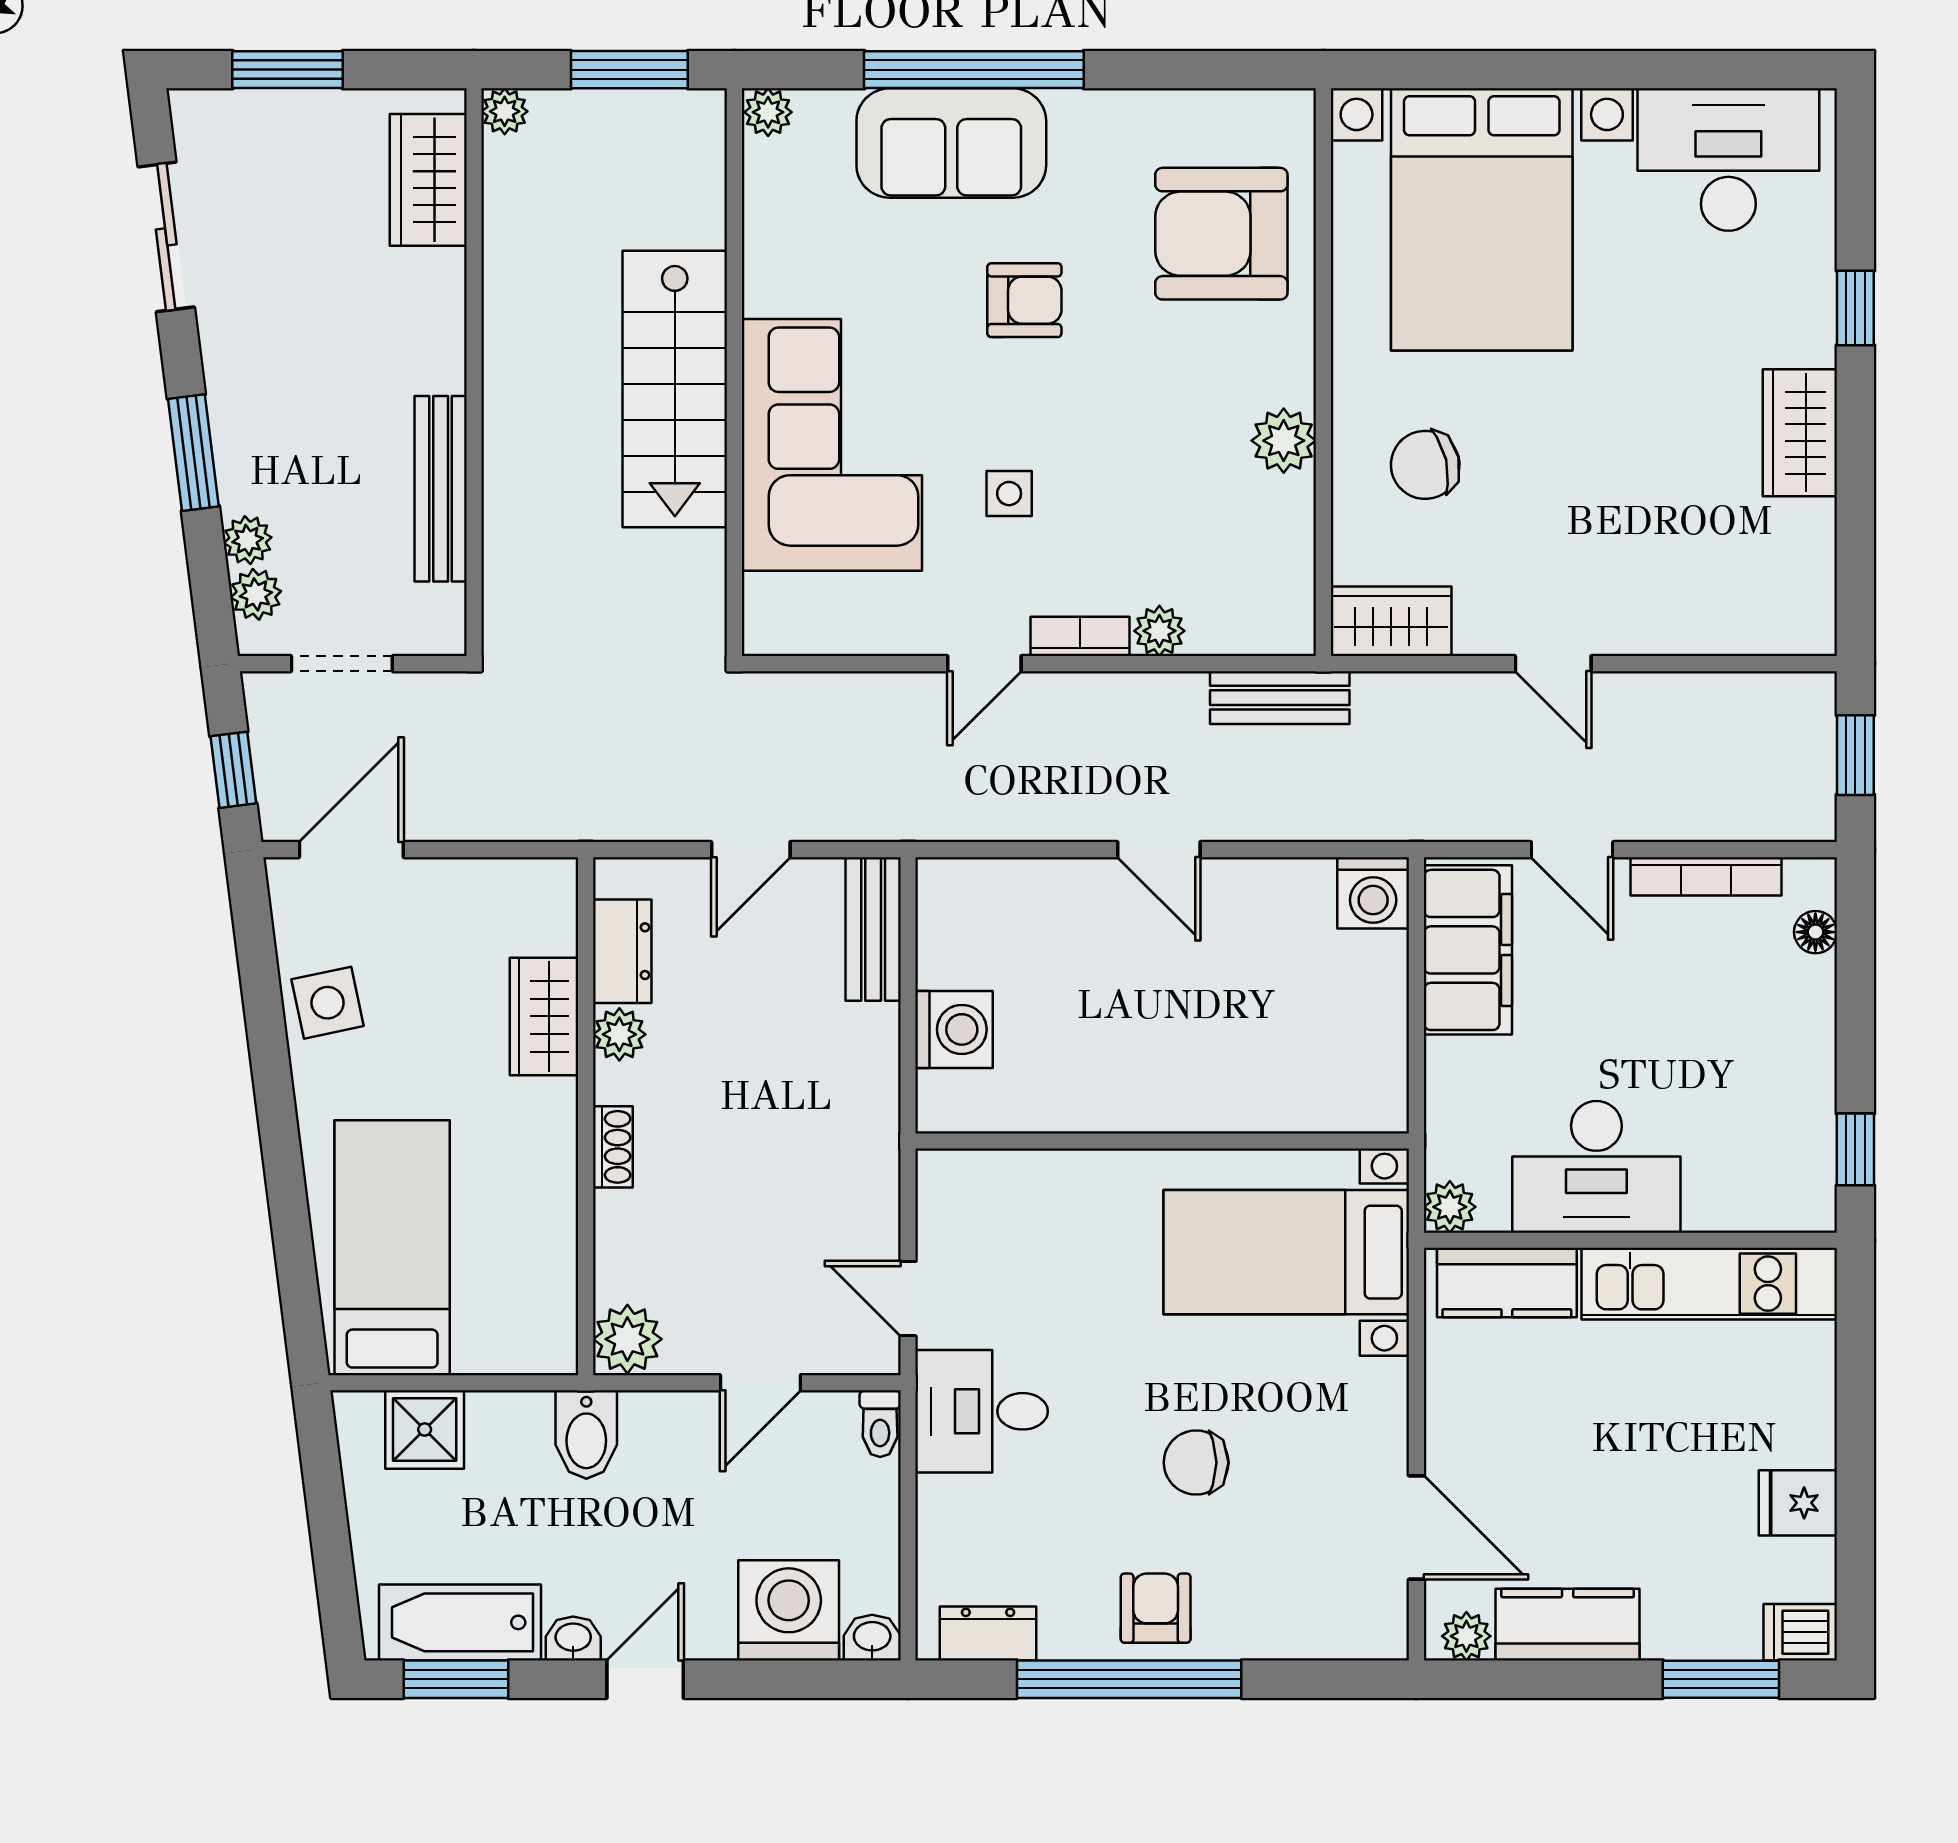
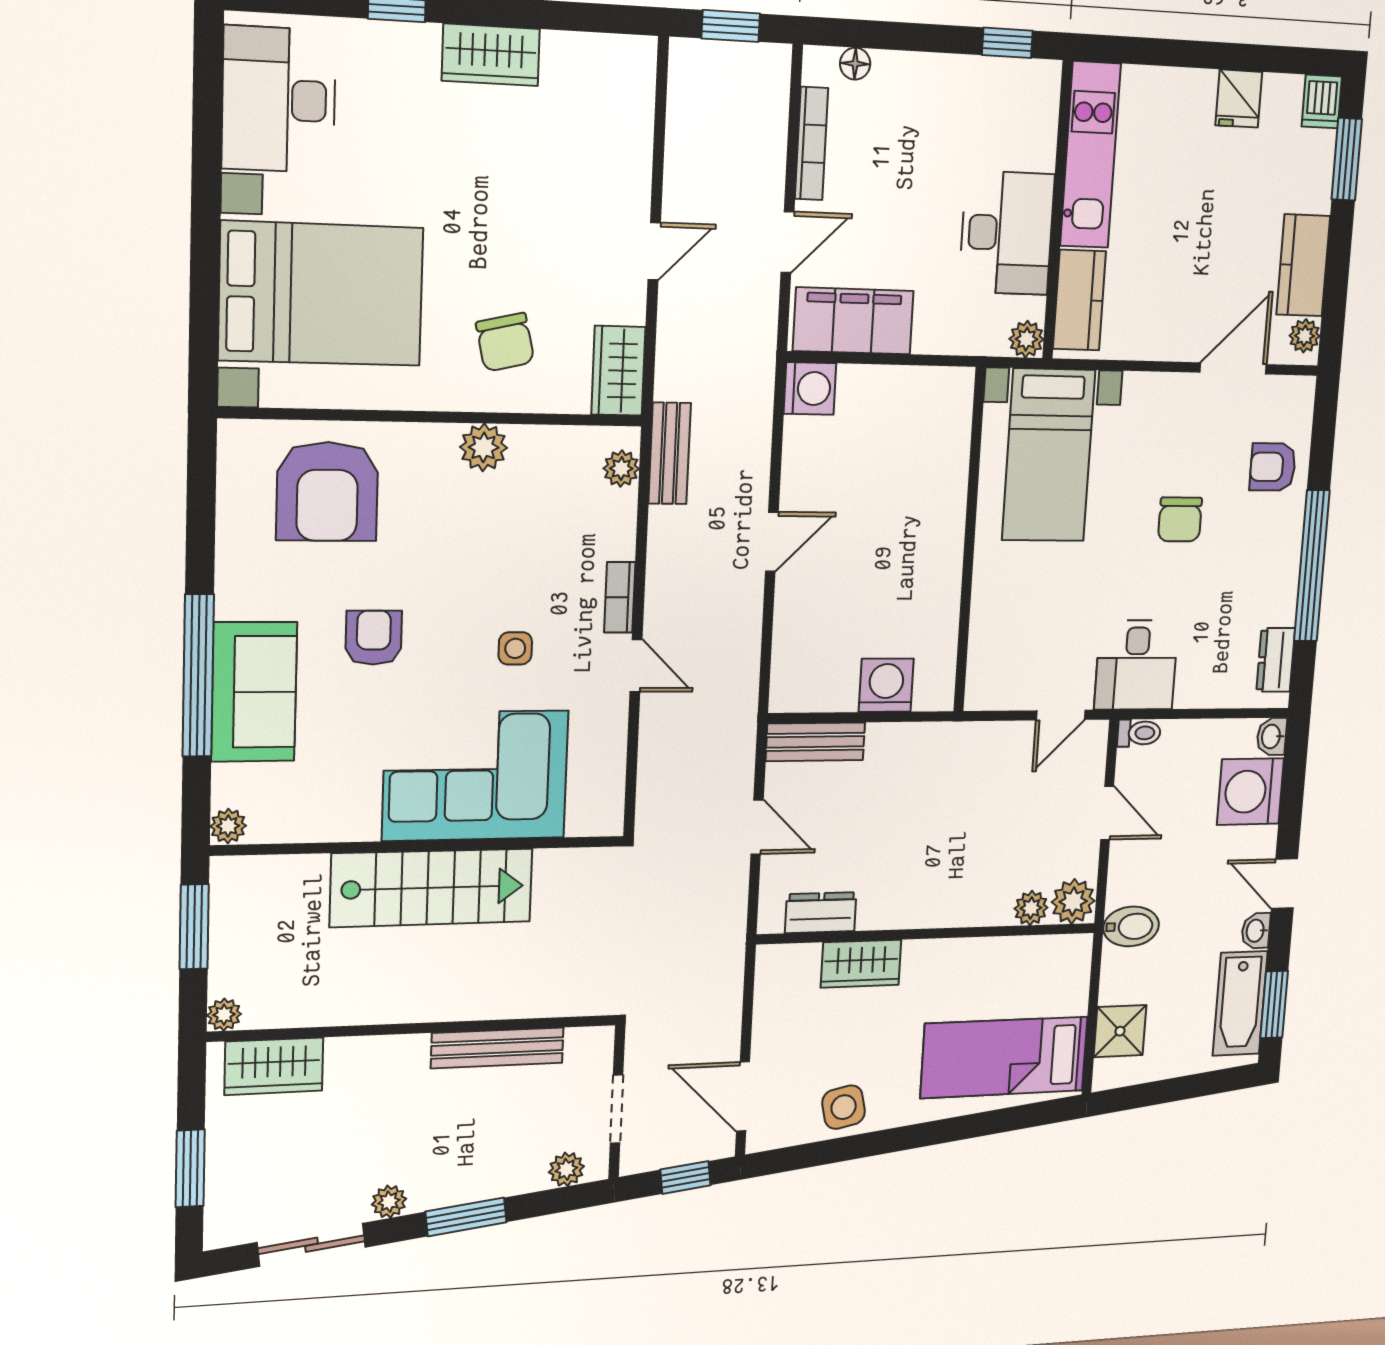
plant: (248, 540) -> (389, 1202), moved
plant: (1159, 631) -> (621, 469), moved
plant: (619, 1034) -> (1031, 908), moved
shoe rack: (613, 1147) -> (949, 915), removed
armchair: (1156, 1608) -> (1273, 467), moved

